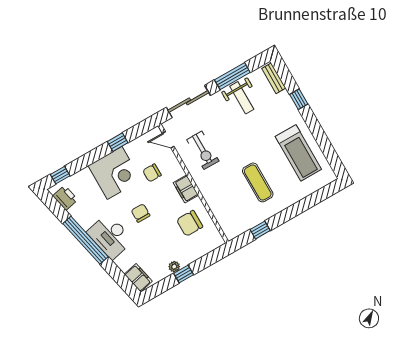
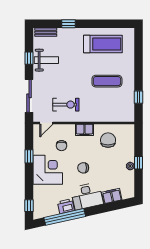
window: (232, 76) -> (29, 58), width x0.46
printer: (65, 198) -> (66, 206), moved
chair: (190, 223) -> (108, 140), turned 180
window: (85, 240) -> (65, 217), moved
filing cabinet: (138, 278) -> (112, 196), moved

